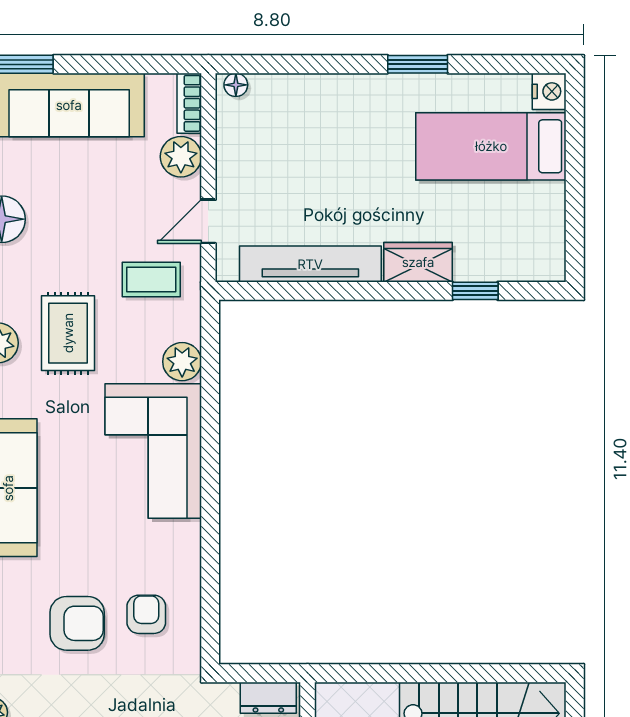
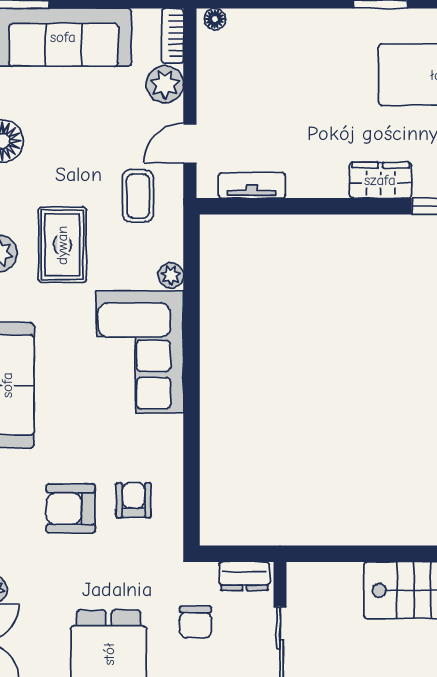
tv unit: (310, 264) -> (252, 185), width x0.52, depth x0.78
coffee table: (151, 279) -> (138, 196), turned 90
plant: (182, 362) -> (171, 275), width x0.73, depth x0.73
armchair: (77, 623) -> (71, 508), turned 180

